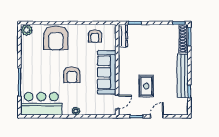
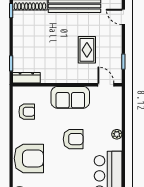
sofa: (107, 72) -> (70, 97), width x0.73
rug: (146, 86) -> (87, 50), turned 90
door: (157, 116) -> (123, 17), moved

